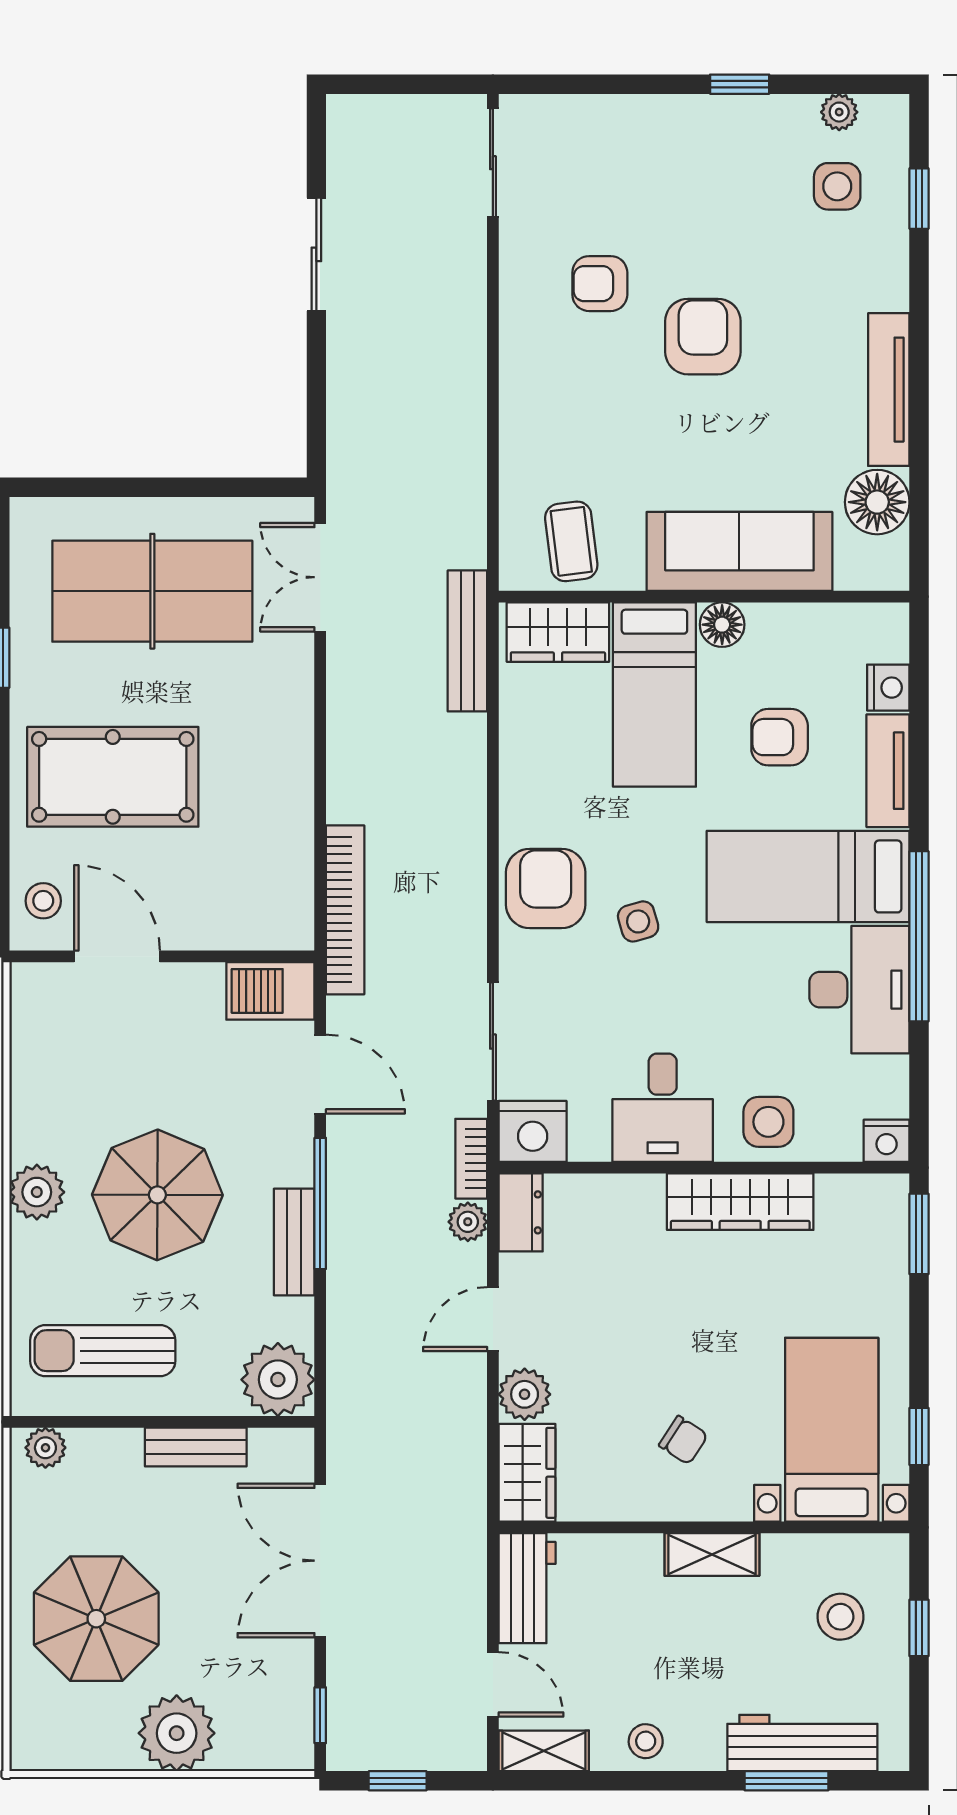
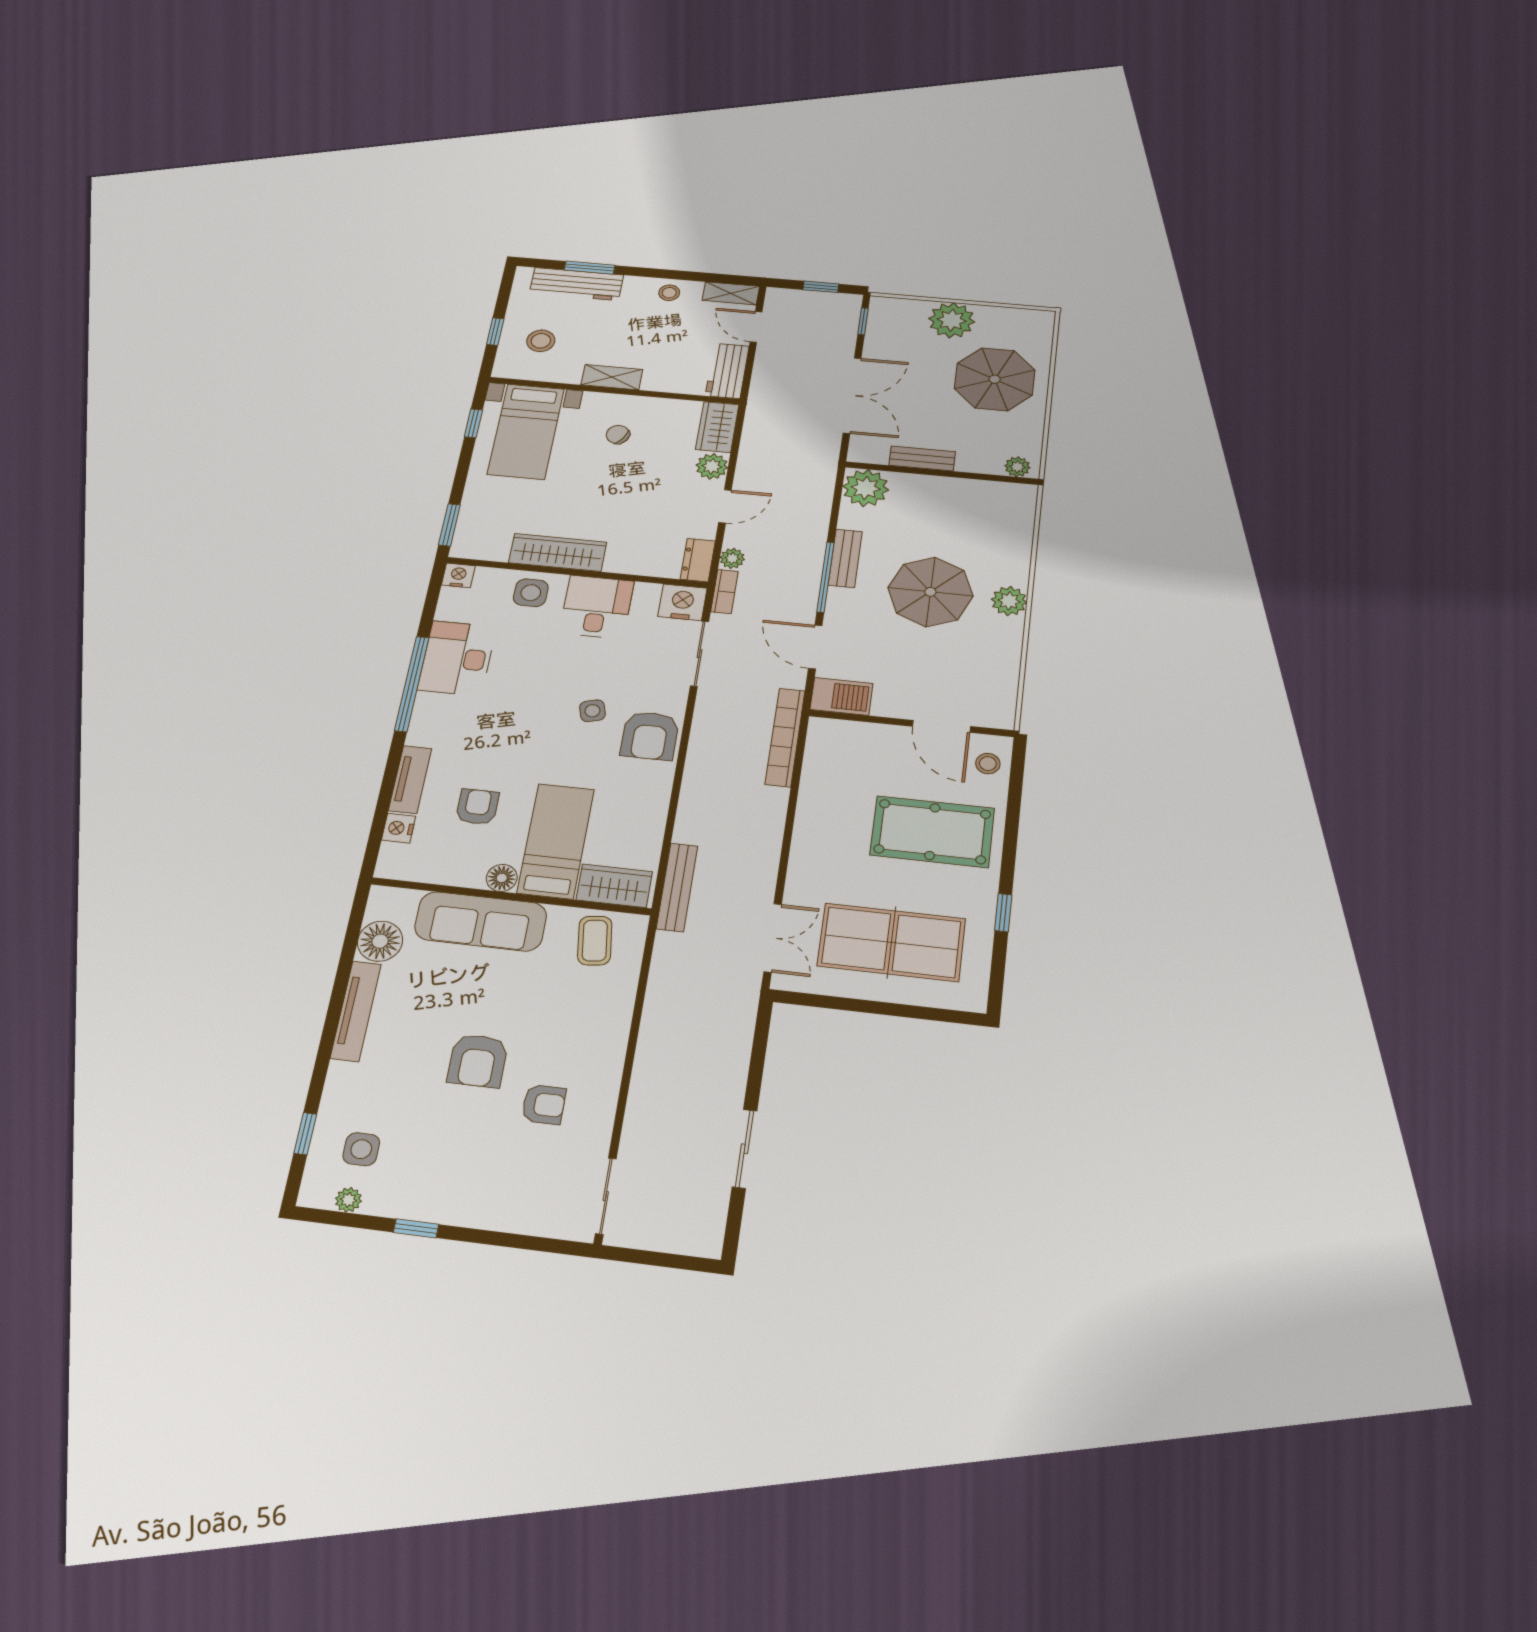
armchair: (780, 737) -> (477, 807), turned -90
bed: (808, 876) -> (476, 725), removed
sun lounger: (103, 1351) -> (975, 513), removed

